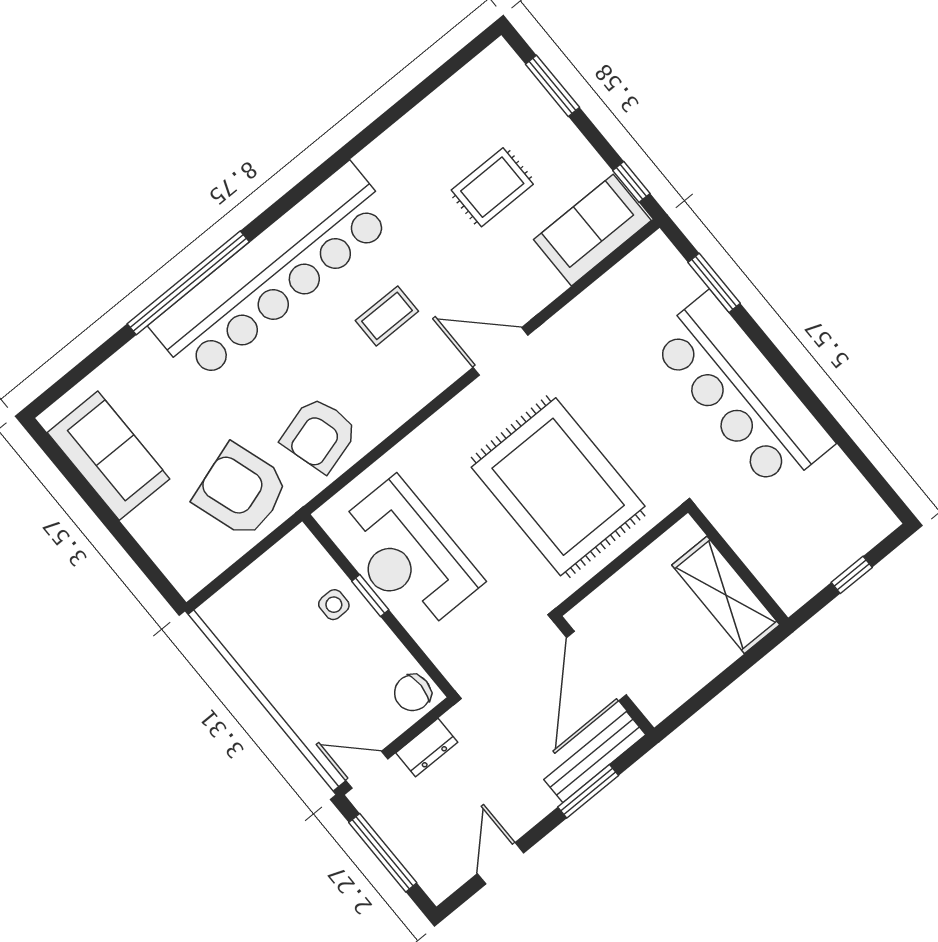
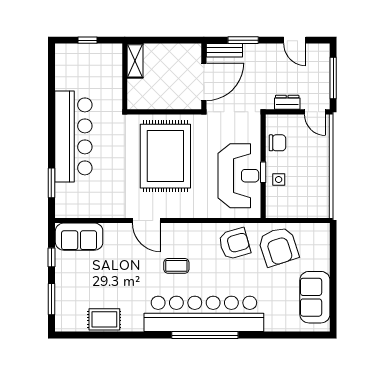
window: (631, 182) -> (51, 257), moved
rug: (492, 187) -> (104, 319), moved
window: (188, 283) -> (205, 335), moved
shelving: (726, 595) -> (135, 61), width x0.67, depth x0.75
chair: (413, 693) -> (277, 143), moved
bench: (595, 757) -> (224, 50), width x0.73
door: (500, 863) -> (295, 40), hinge flipped

